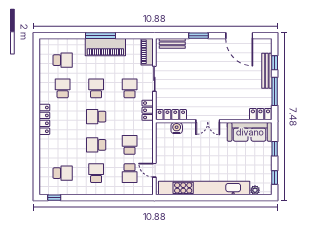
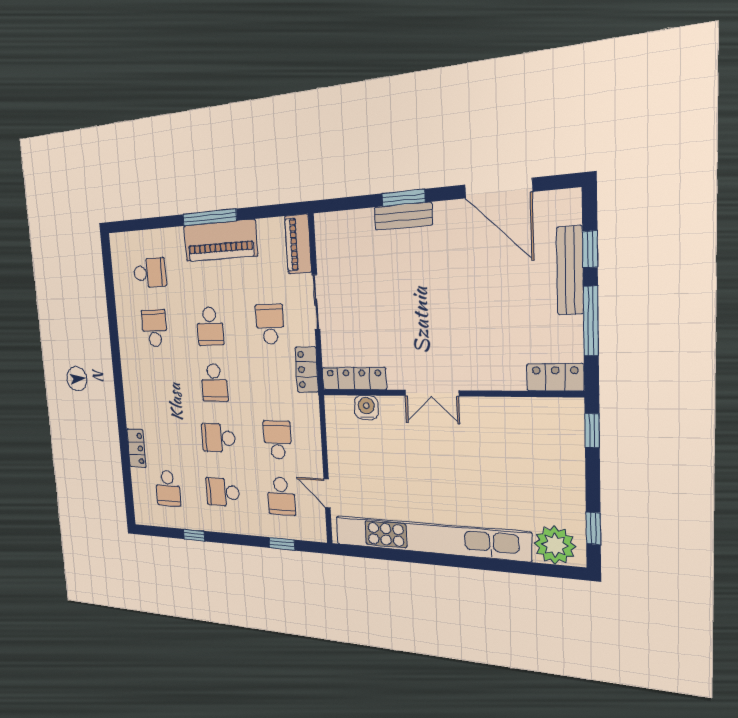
bench: (172, 43) -> (403, 216), moved
school desk: (96, 88) -> (210, 326), turned 180
school desk: (96, 117) -> (214, 383), turned -90
locker: (44, 119) -> (136, 448), moved, width x0.66
sofa: (250, 132) -> (529, 419), removed
window: (275, 149) -> (592, 431), moved
school desk: (63, 173) -> (168, 488), turned 90
school desk: (96, 173) -> (223, 492), turned -90
plant: (255, 190) -> (555, 545), width x1.87, depth x1.87
window: (54, 198) -> (194, 535), moved
window: (128, 198) -> (282, 544), added

